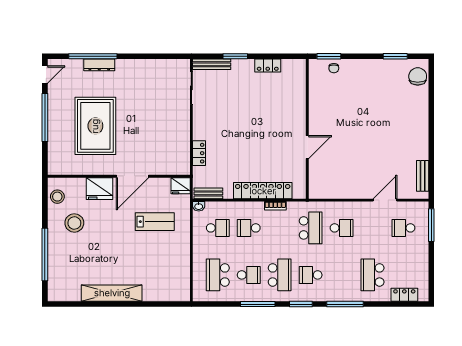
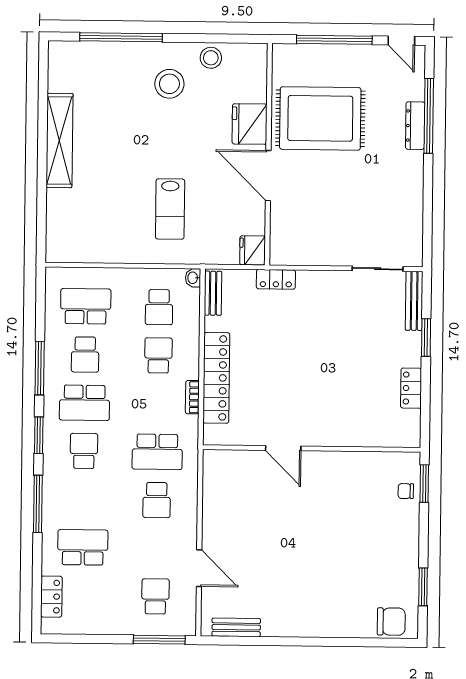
wall: (119, 176) -> (268, 154), moved
door: (132, 176) -> (268, 176), moved
fridge: (181, 186) -> (253, 250), moved
fridge: (100, 189) -> (250, 124), moved

